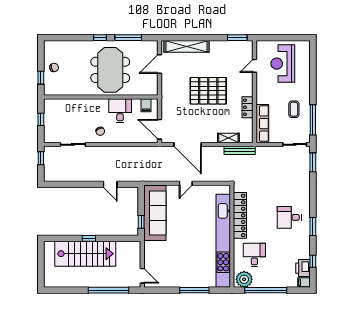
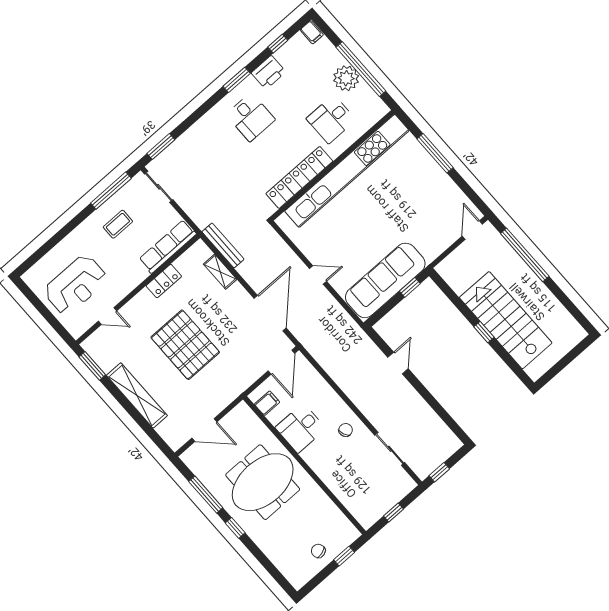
shelving: (187, 46) -> (137, 395), moved
printer: (303, 268) -> (269, 72), moved
plant: (244, 279) -> (346, 78), moved

